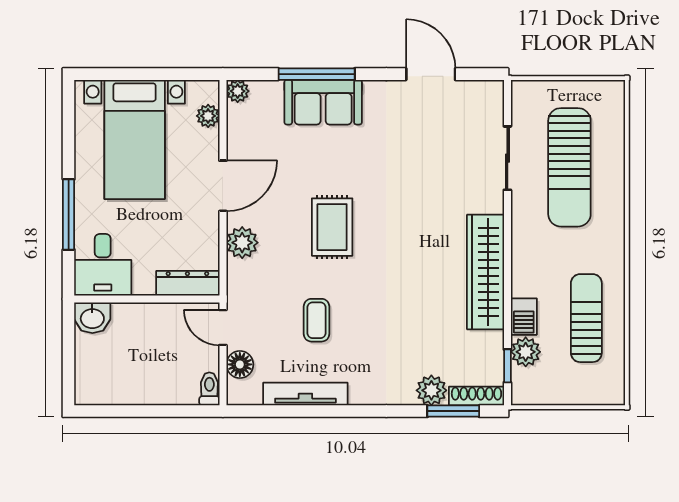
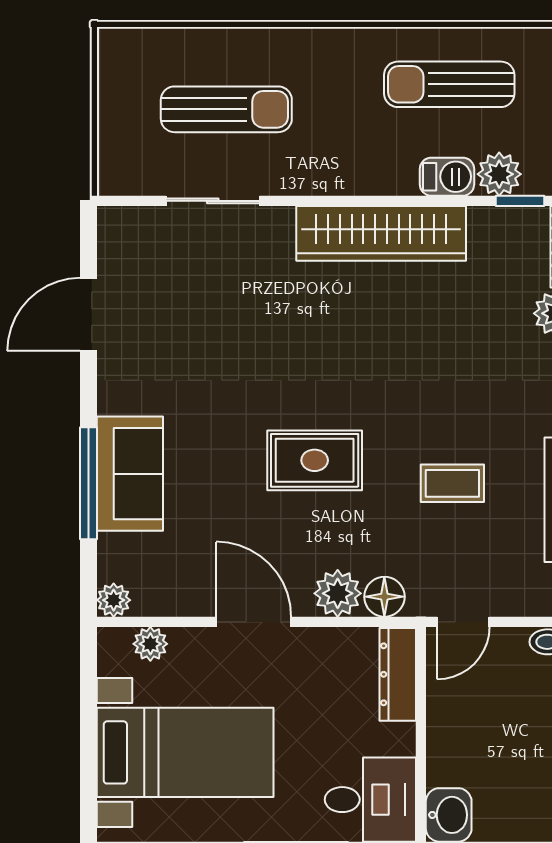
sun lounger: (569, 167) -> (226, 109), width x0.73, depth x0.75
floor lamp: (240, 364) -> (384, 597), moved

